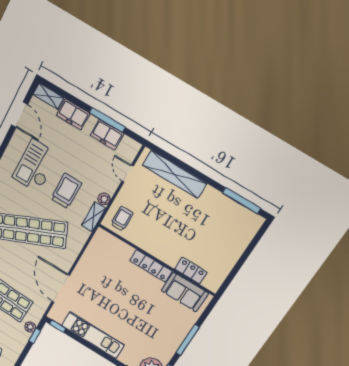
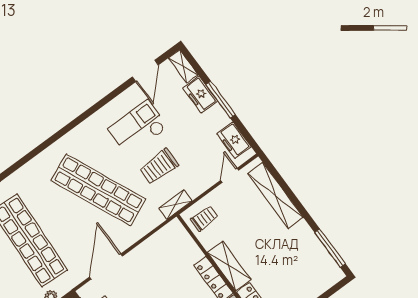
window: (107, 120) -> (220, 100), moved
freezer: (107, 135) -> (234, 140), moved
trolley: (66, 191) -> (159, 167), turned 180
plant: (104, 199) -> (195, 191), removed
shelving: (159, 250) -> (229, 266), added

